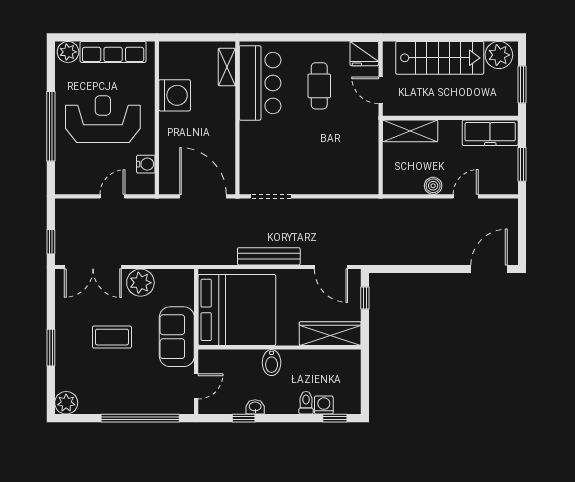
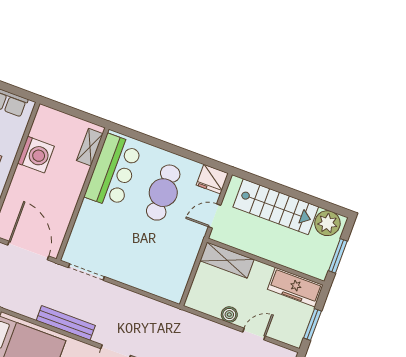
cafe table: (319, 86) -> (163, 193), width x1.37, depth x1.35
door: (381, 90) -> (215, 216), hinge flipped

